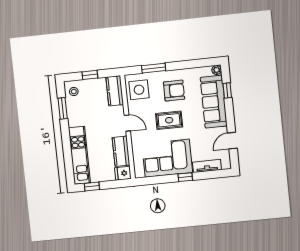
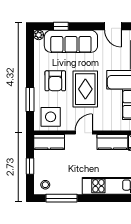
armchair: (174, 91) -> (55, 81), turned 180
window: (63, 108) -> (62, 198), width x1.44
rug: (169, 120) -> (85, 89), width x1.36, depth x1.43

